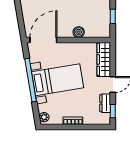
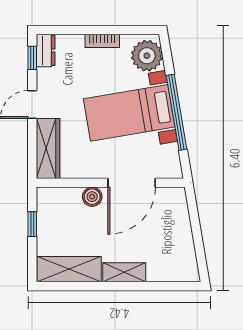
door: (43, 40) -> (132, 183), moved
dresser: (105, 103) -> (46, 50), moved
plant: (44, 117) -> (147, 56), width x1.88, depth x1.88

